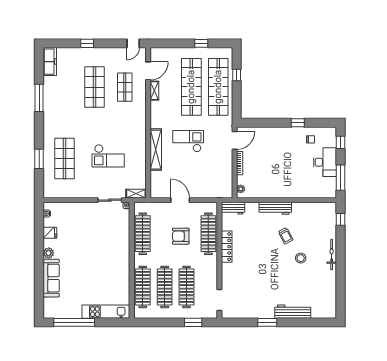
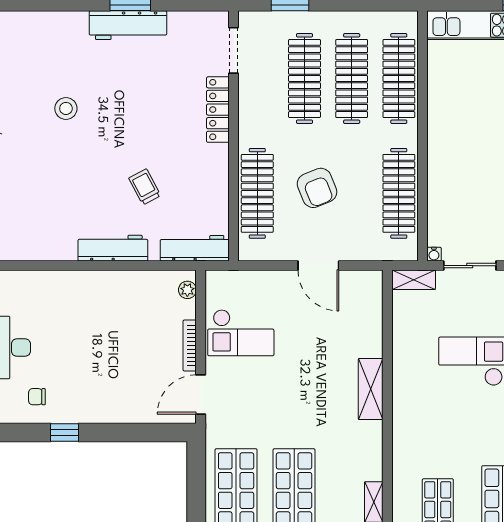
checkout: (188, 141) -> (241, 333), moved
shelving: (156, 150) -> (371, 389), width x0.68
workbench: (233, 208) -> (195, 248), width x1.38
armchair: (181, 236) -> (317, 188), turned 68
trolley: (286, 236) -> (145, 187), moved
locker: (227, 247) -> (218, 110), moved
stool: (301, 258) -> (66, 108), moved
workbench: (293, 312) -> (128, 25), moved

